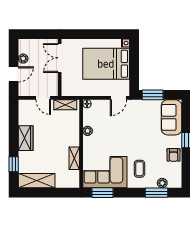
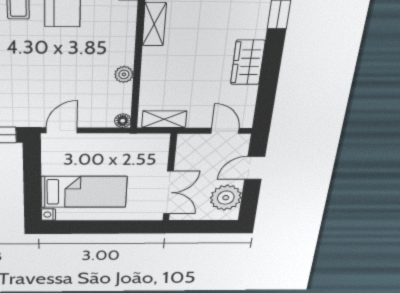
plant: (23, 59) -> (226, 198), width x1.88, depth x1.88
bed: (106, 64) -> (84, 192), width x0.67
door: (43, 98) -> (225, 131), moved

